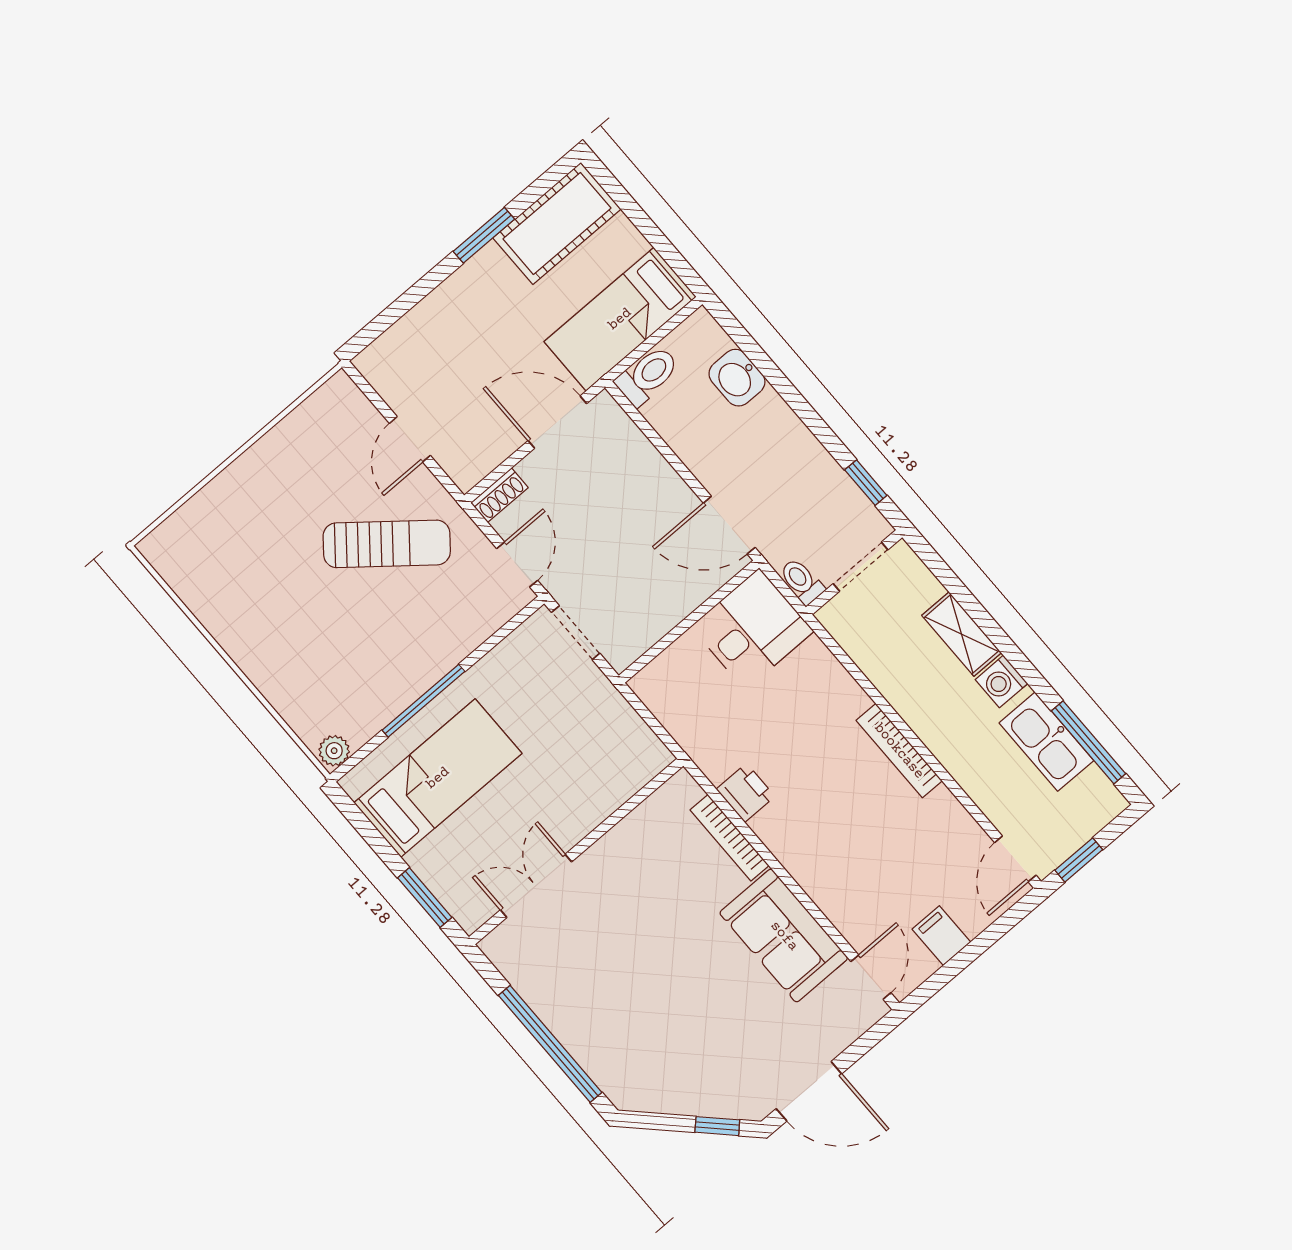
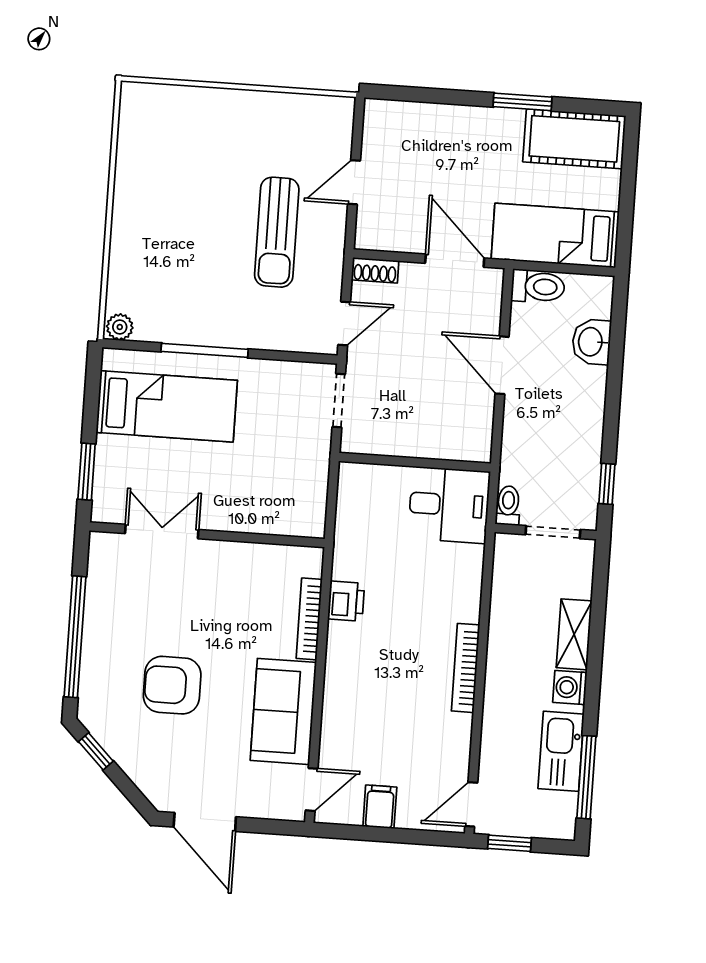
door: (729, 525) -> (502, 365), moved
sun lounger: (387, 544) -> (277, 232), turned 51
armchair: (670, 1005) -> (172, 685), added
window: (717, 1126) -> (96, 751), moved

